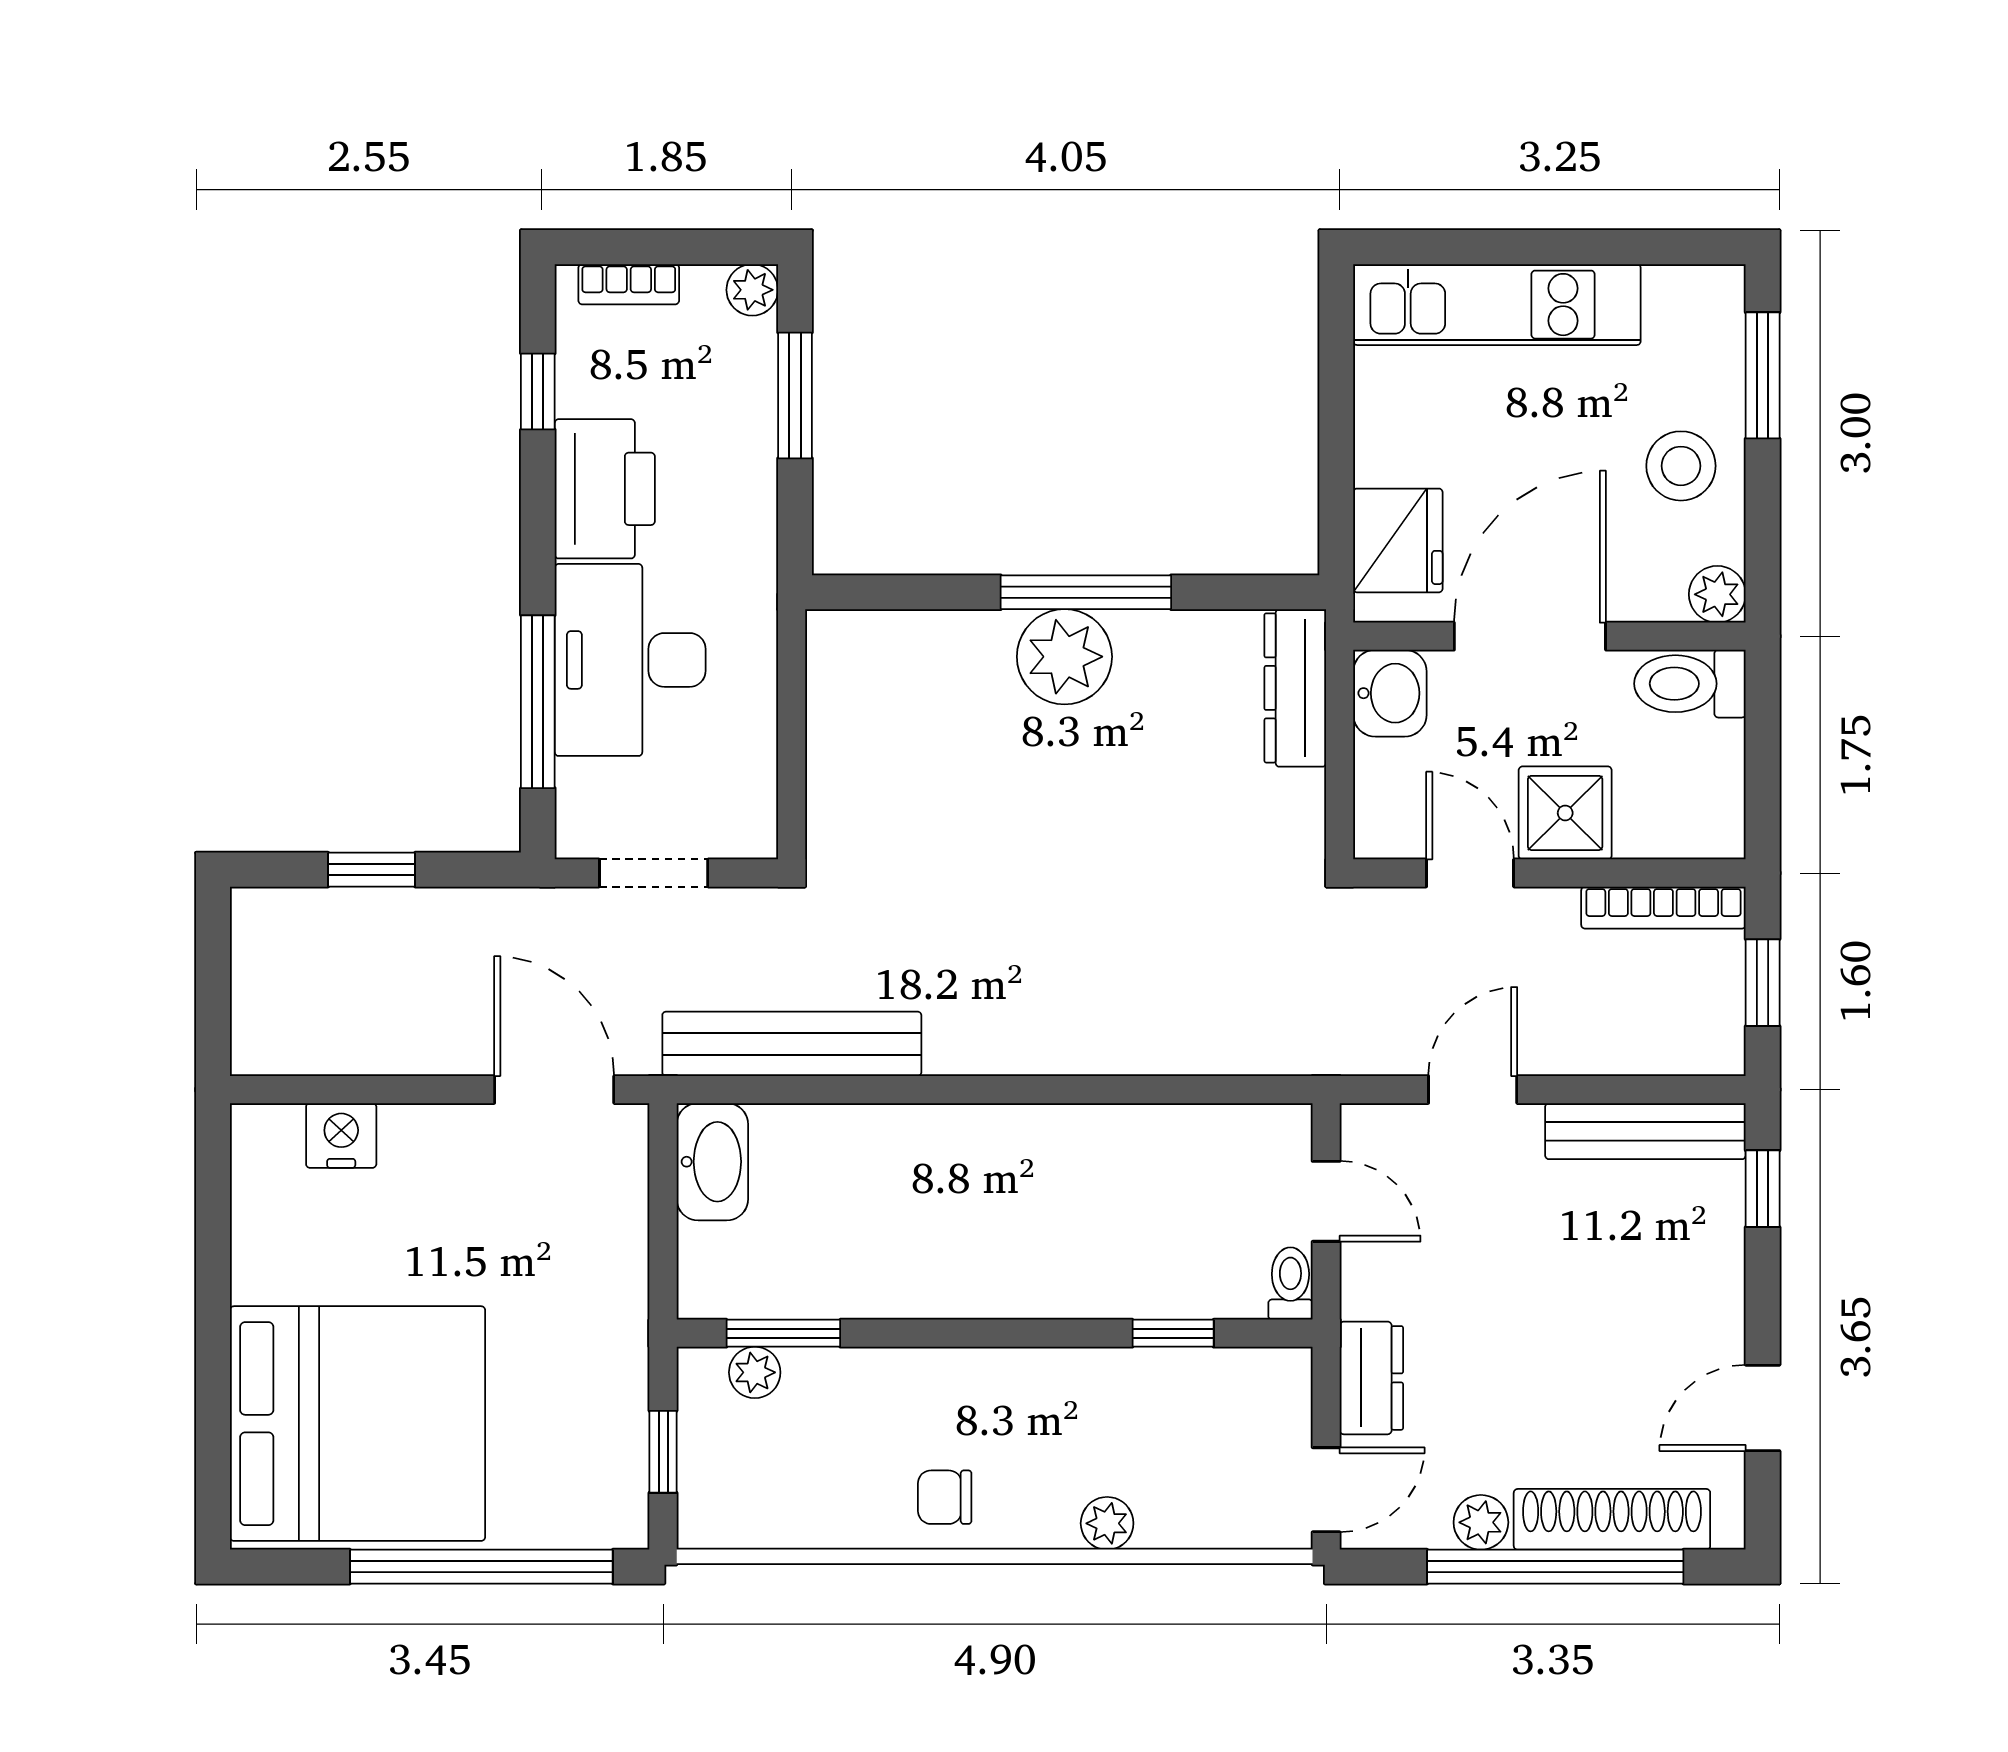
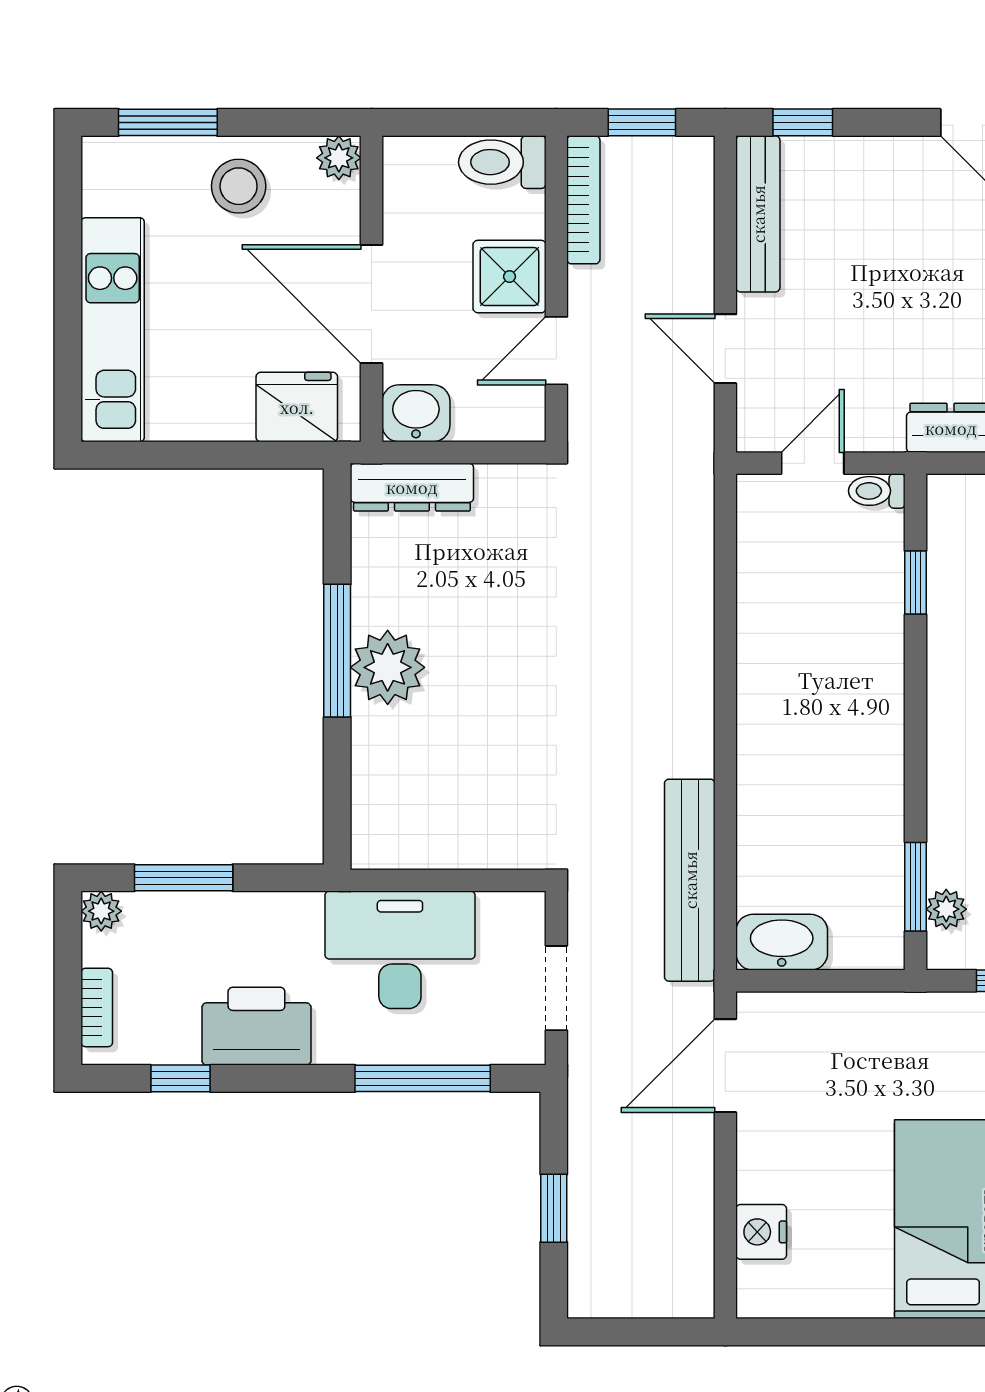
desk: (630, 660) -> (400, 950), moved, turned 180
toilet: (1690, 684) -> (502, 162), moved, turned 90

